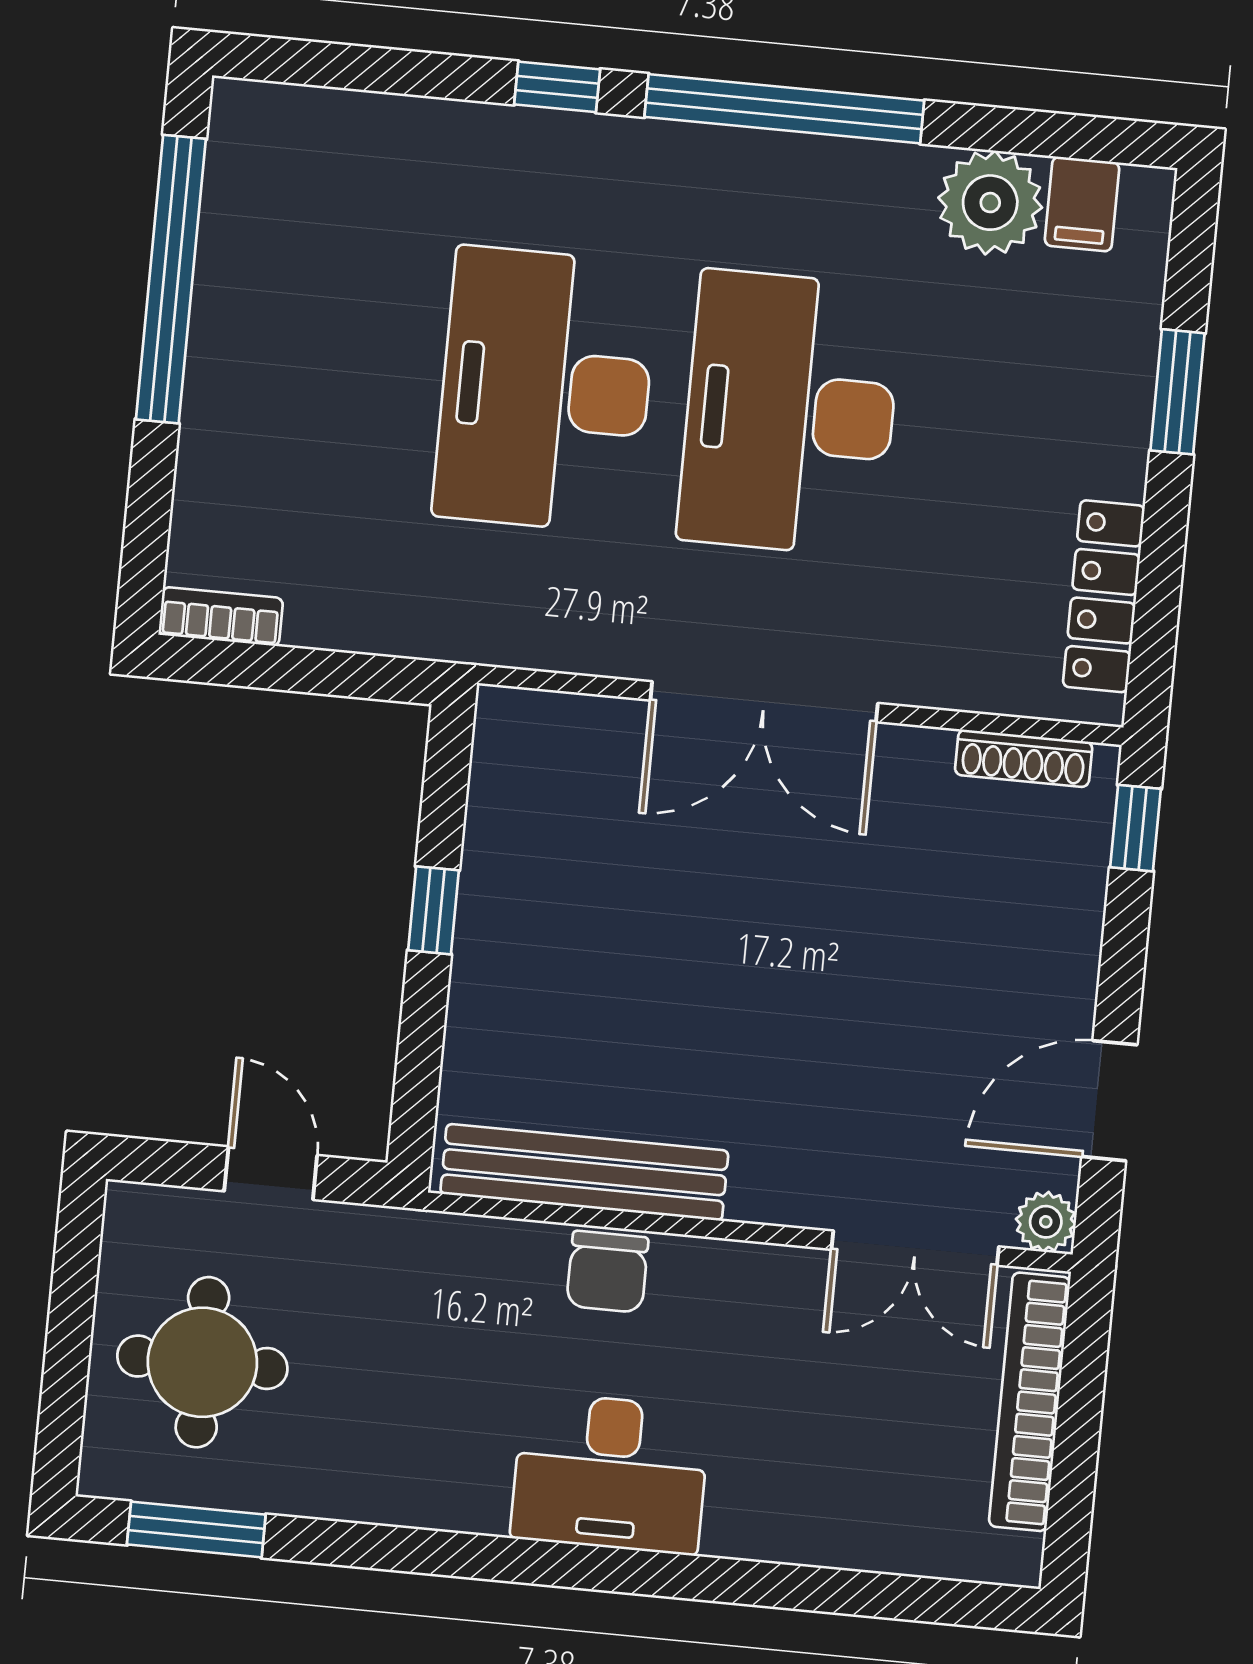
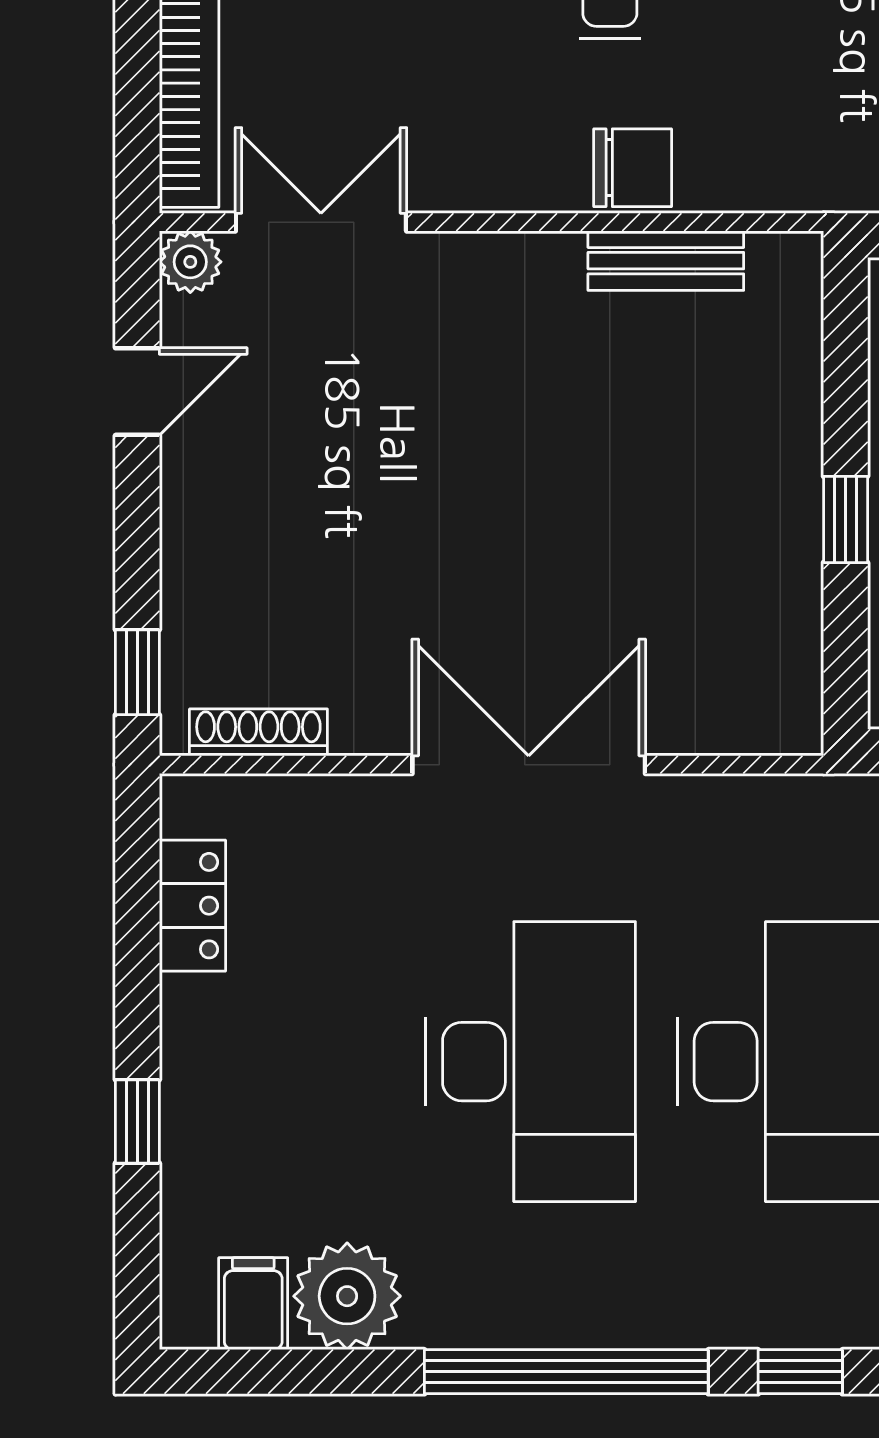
window: (1178, 392) -> (137, 1121), width x0.67
locker: (1104, 596) -> (192, 906), width x0.66
door: (1109, 1101) -> (137, 392), width x0.73
bench: (584, 1172) -> (666, 261), width x0.54, depth x0.82
chair: (607, 1272) -> (633, 168), turned 90

